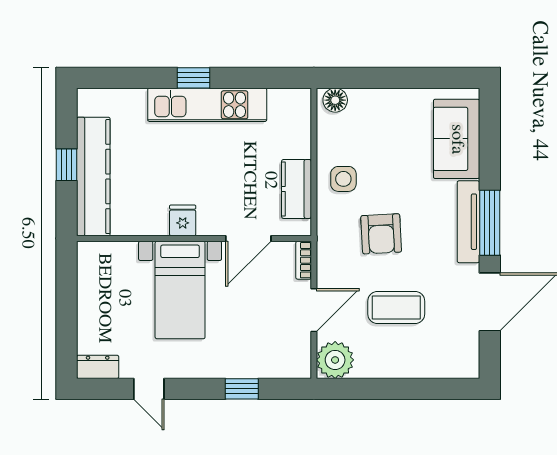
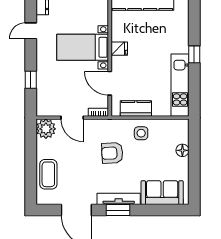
floor lamp: (335, 100) -> (182, 150), moved
kitchen unit: (207, 105) -> (180, 85), moved
window: (490, 223) -> (118, 210), width x0.69
coffee table: (396, 308) -> (48, 174), moved

